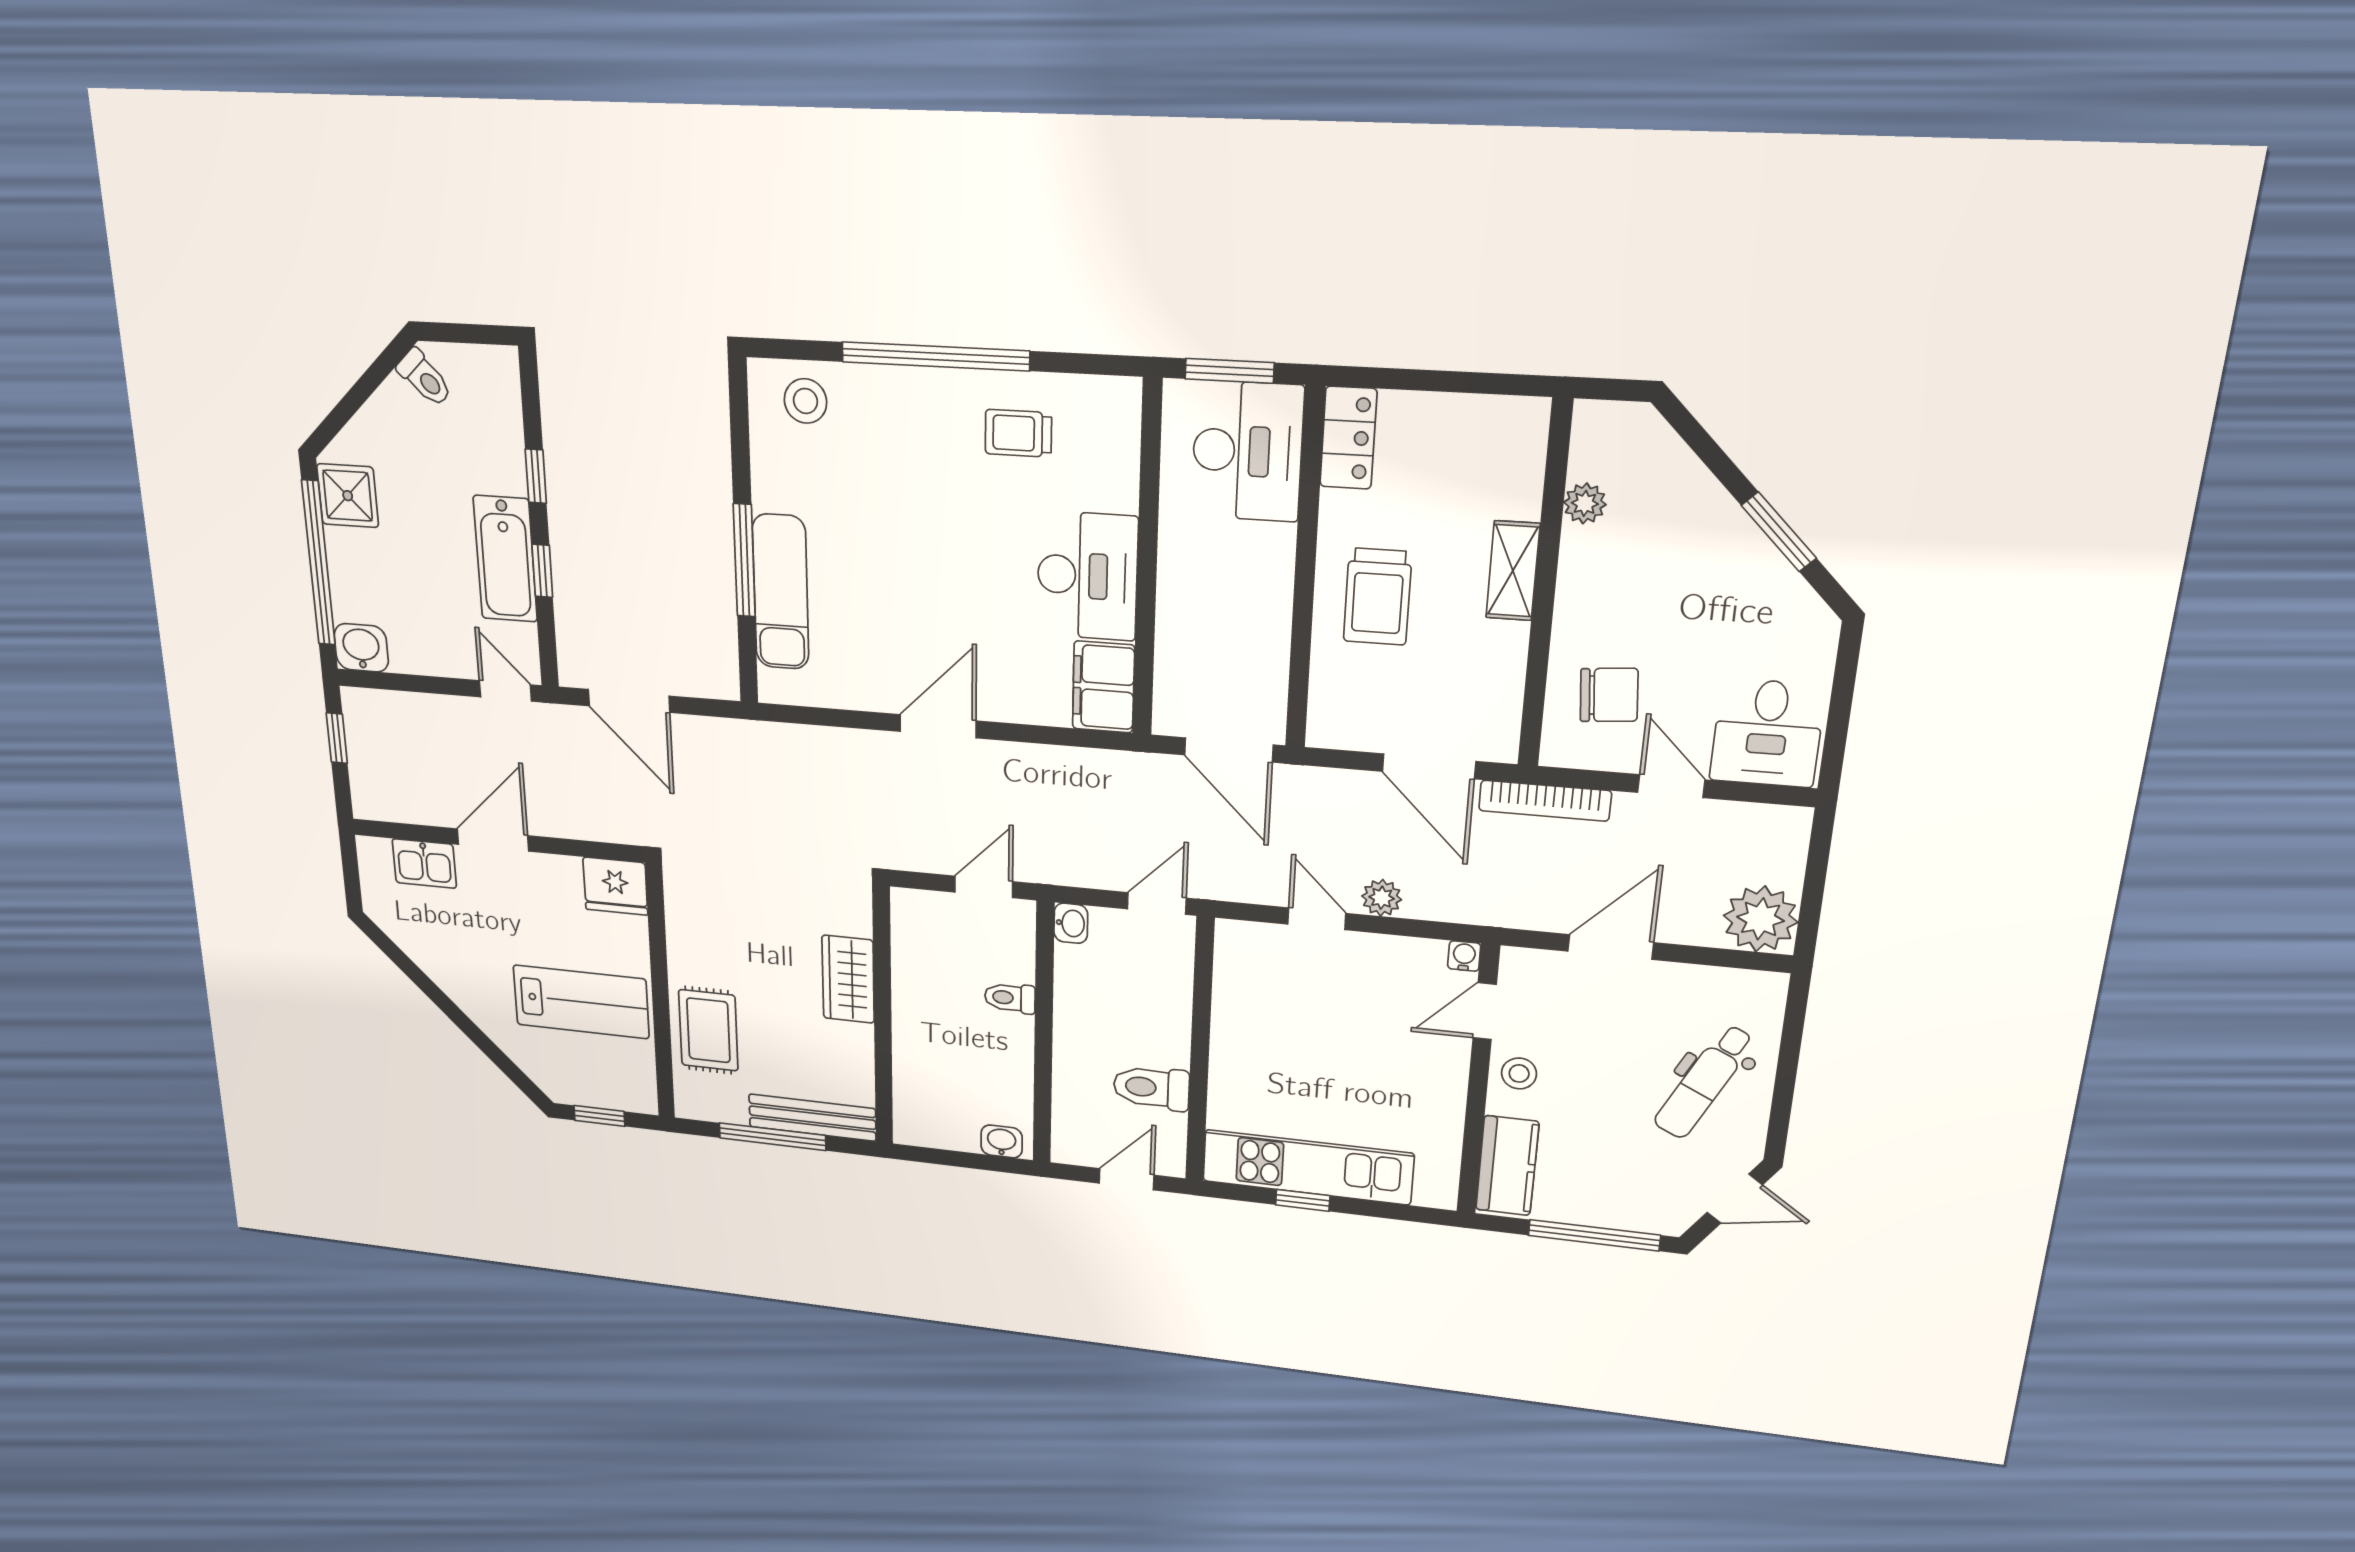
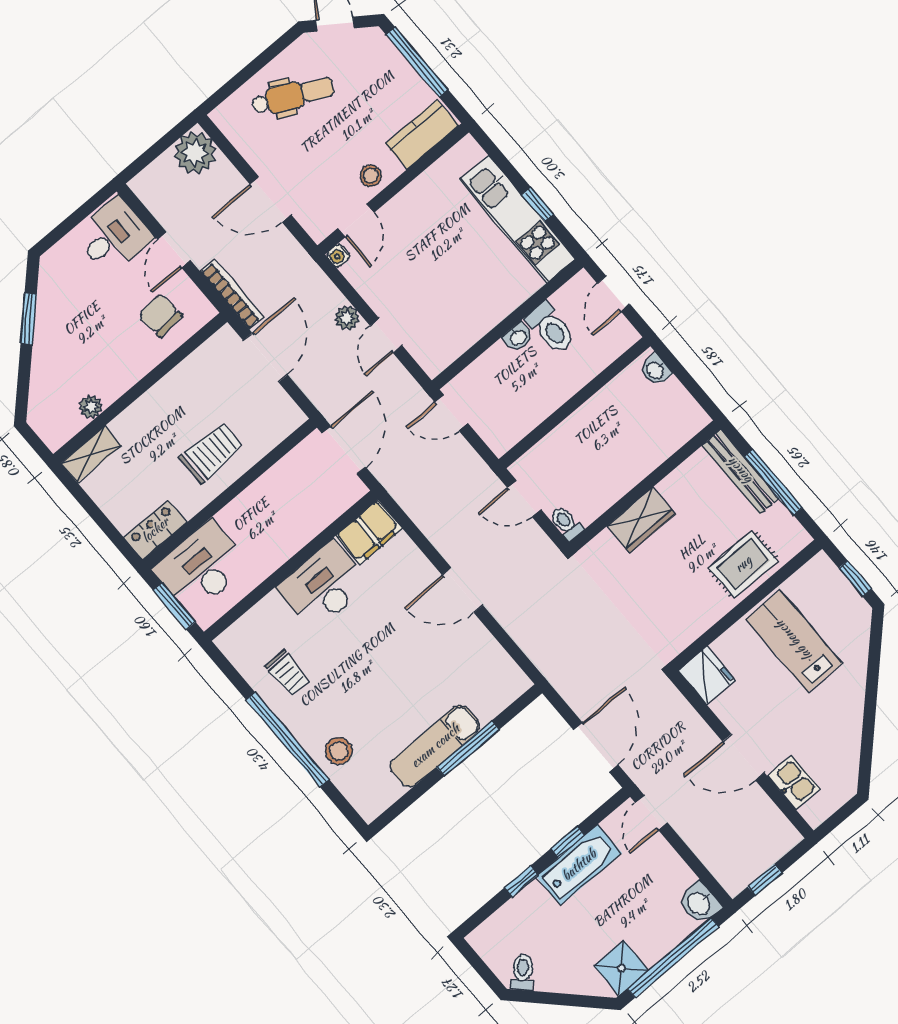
stool: (805, 401) -> (339, 751), moved
shelving: (1513, 571) -> (91, 454), moved
exam couch: (781, 592) -> (435, 746), moved
washbasin: (1071, 923) -> (518, 337), moved, turned 180
toilet: (1010, 998) -> (566, 523), moved, turned 180
door: (1485, 1011) -> (356, 221), hinge flipped
door: (1126, 1179) -> (614, 294), hinge flipped

